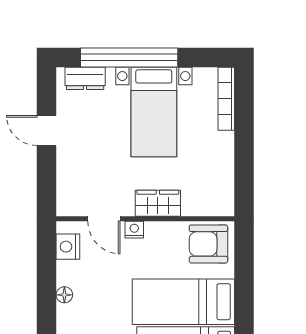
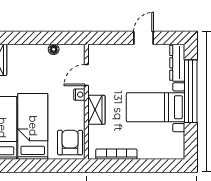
dresser: (85, 78) -> (177, 63), width x1.44
bookcase: (226, 99) -> (116, 154), moved
nightstand: (68, 247) -> (68, 52), removed
floor lamp: (64, 295) -> (54, 49), moved

